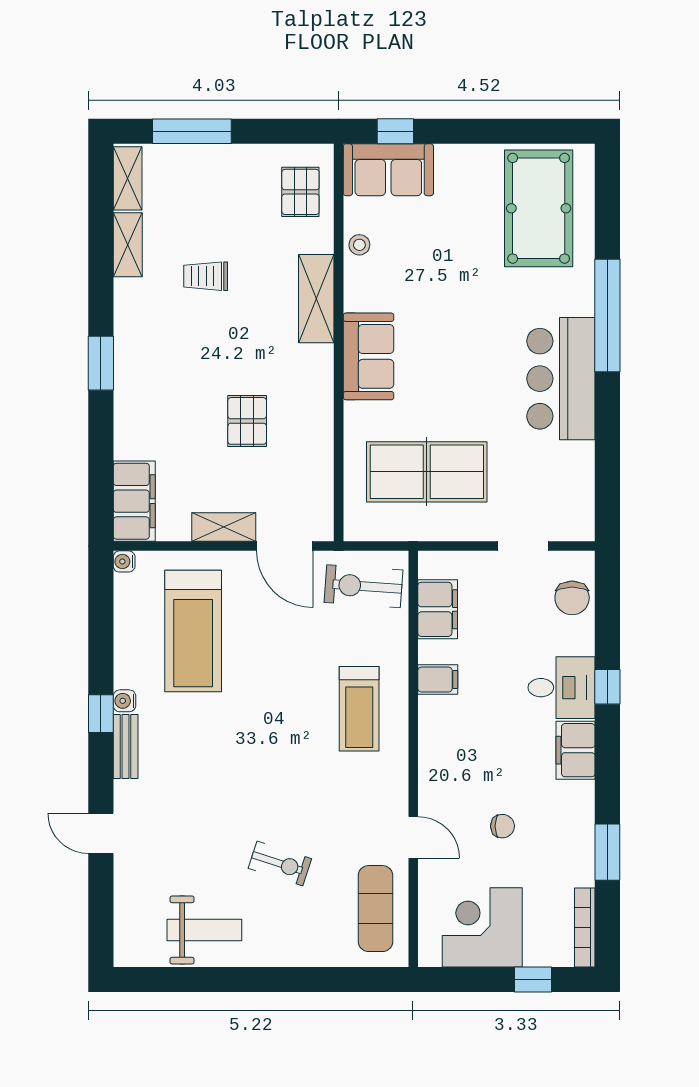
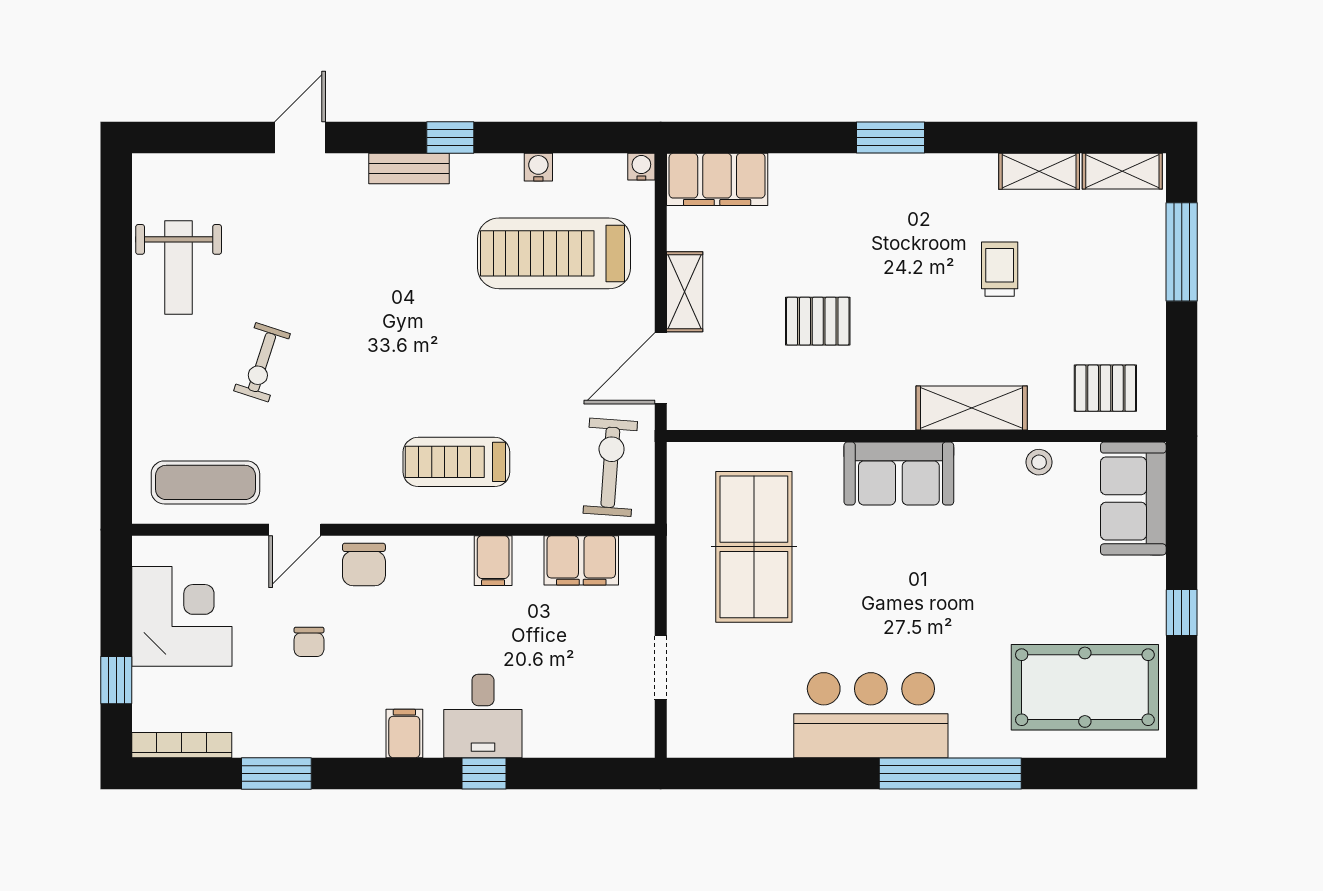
window: (395, 131) -> (1182, 613), moved
chair: (572, 598) -> (364, 564), moved, turned -90
water cooler: (124, 701) -> (538, 167), moved
filing cabinet: (576, 750) -> (404, 734), width x0.50

